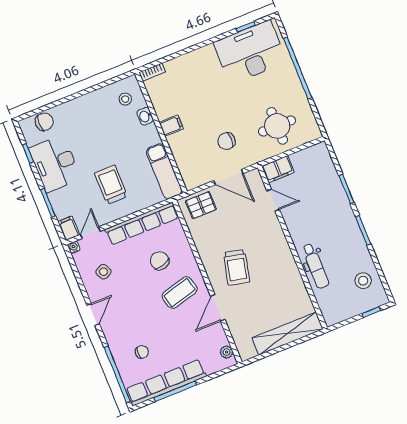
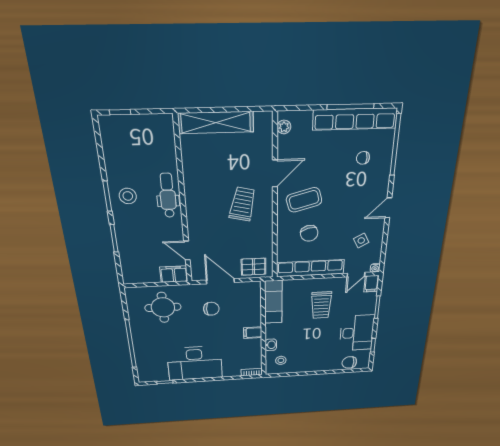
desk: (250, 52) -> (195, 363), moved
dental chair: (316, 266) -> (168, 195), moved
stool: (363, 281) -> (128, 196), moved

